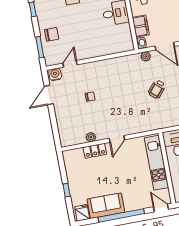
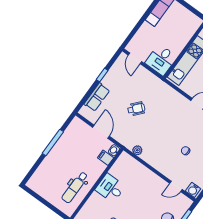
filing cabinet: (141, 26) -> (106, 158), width x0.50
plant: (146, 57) -> (137, 150), moved

